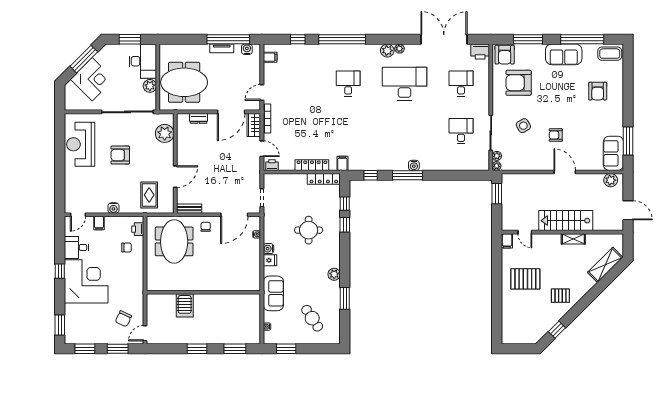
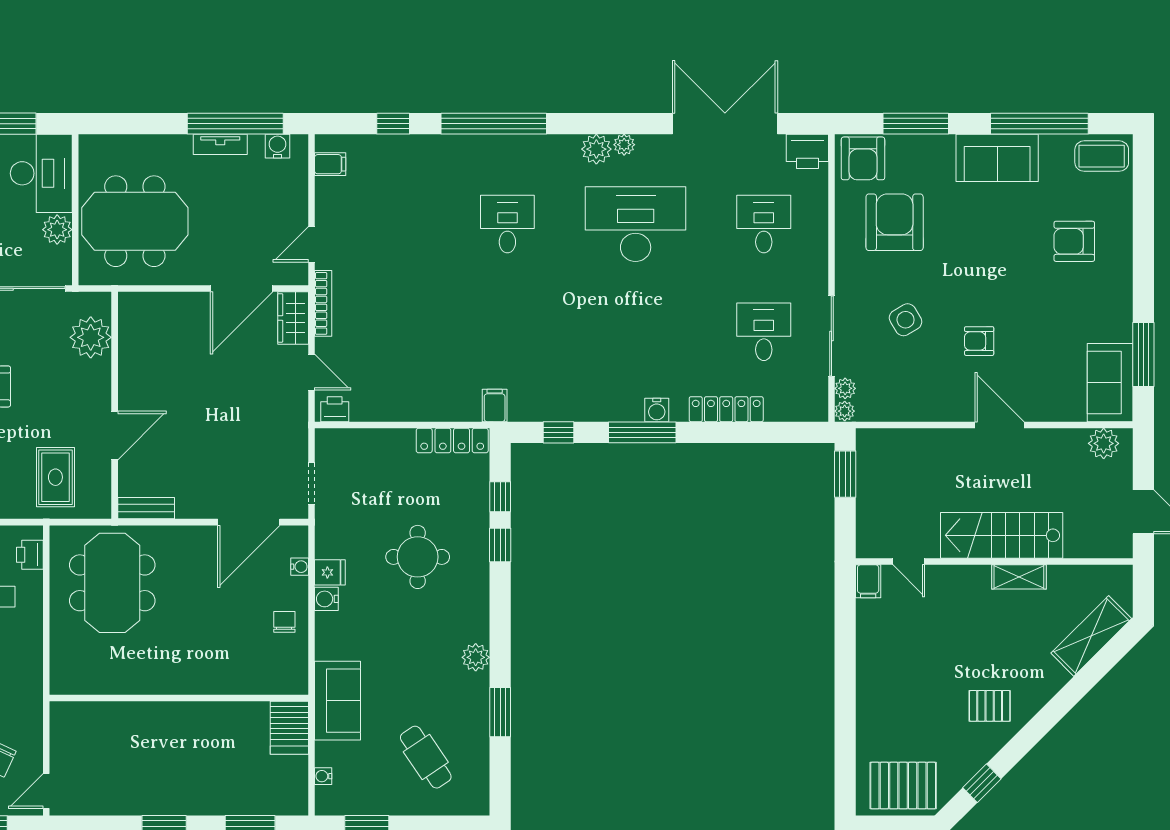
armchair: (519, 83) -> (895, 222), turned 90
armchair: (598, 91) -> (1074, 241), turned 90
dresser: (199, 118) -> (168, 303), removed
locker: (312, 165) -> (726, 409), moved
chair: (206, 227) -> (284, 622), moved
fridge: (270, 260) -> (330, 572), moved
pallet: (525, 279) -> (903, 786), moved
server rack: (185, 305) -> (289, 728), moved

